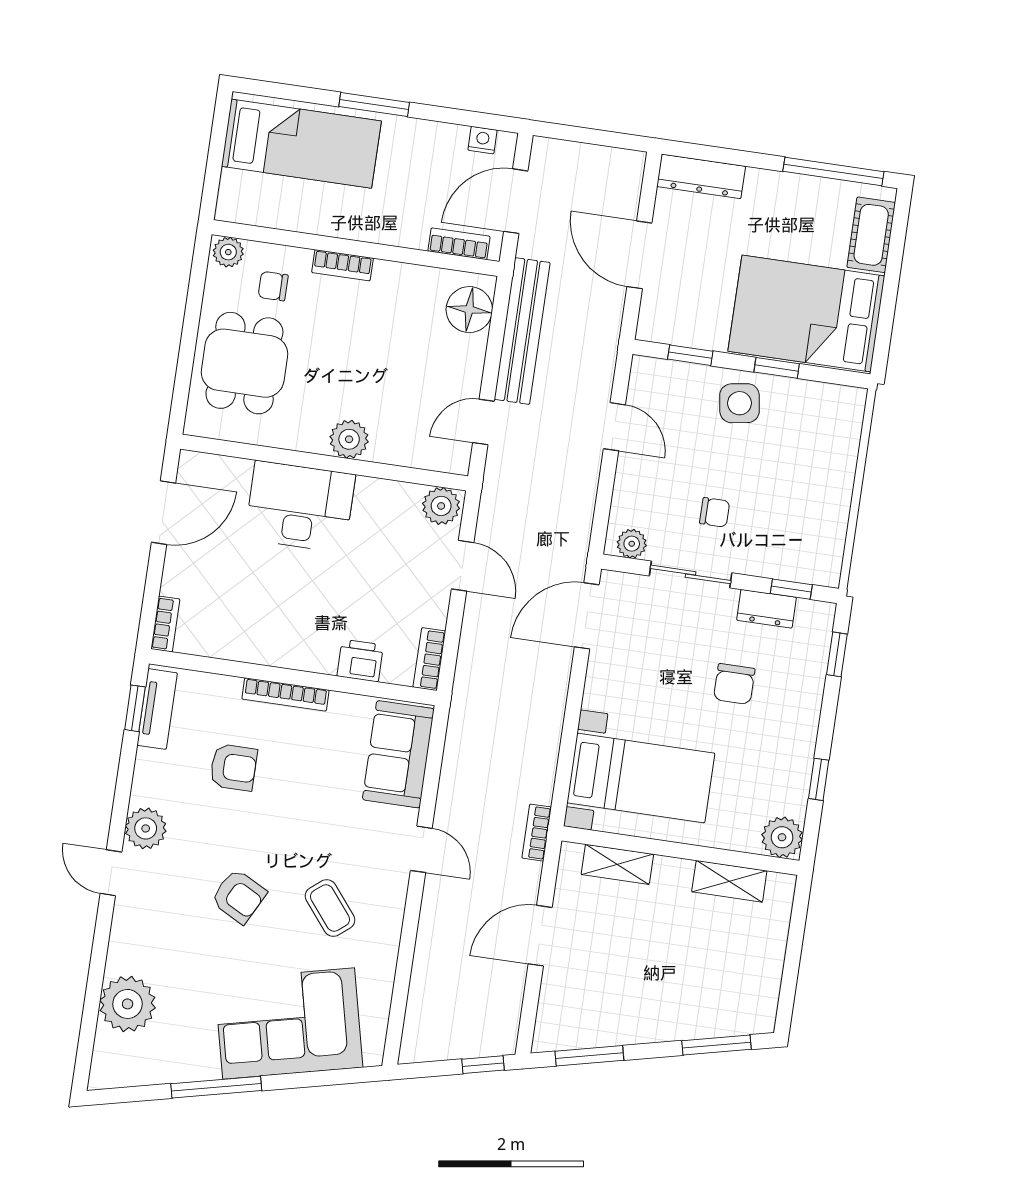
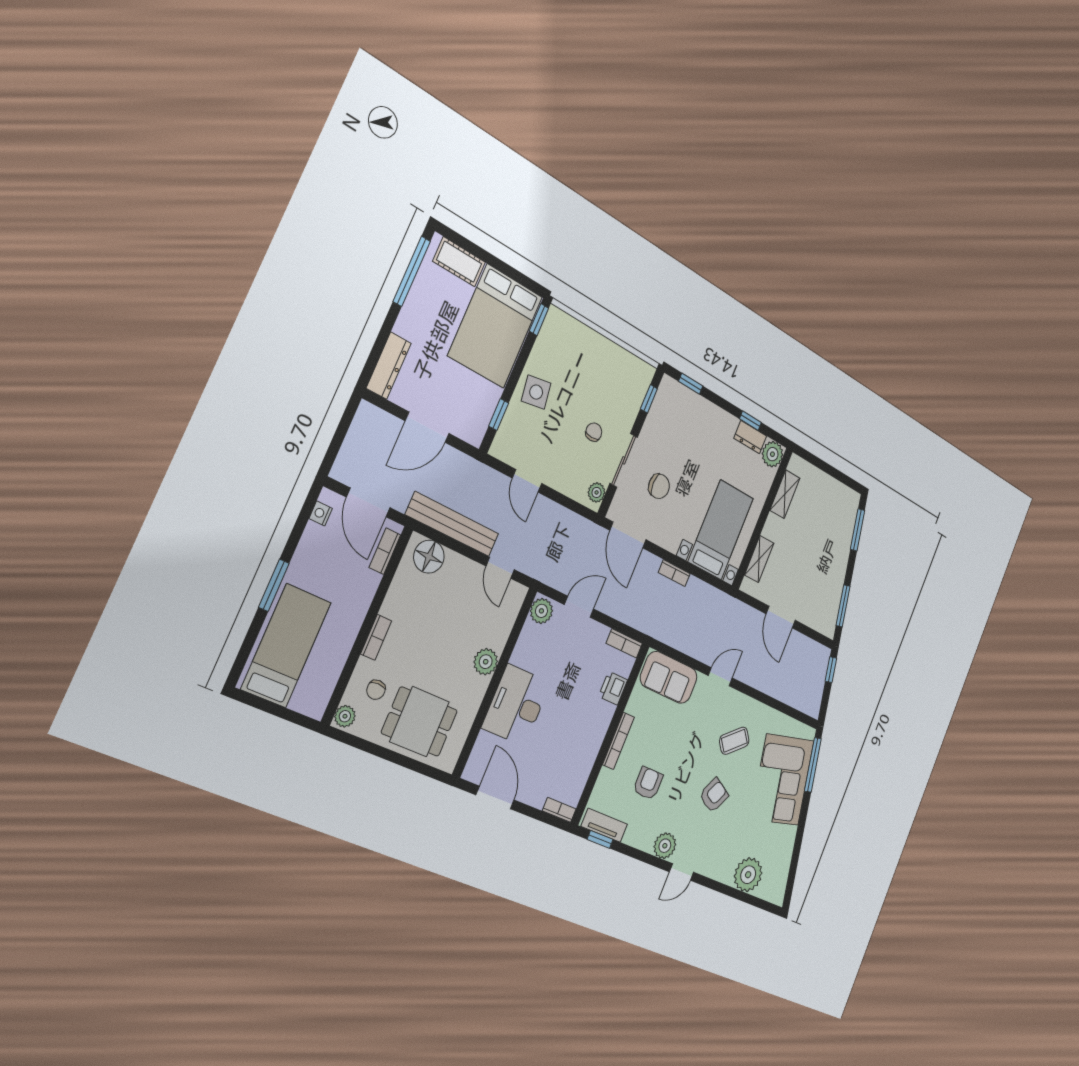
window: (777, 368) -> (539, 320), moved
door: (614, 427) -> (527, 481), swing flipped
dresser: (767, 609) -> (750, 437), moved, turned 90
chair: (734, 684) -> (659, 486), moved
bookcase: (537, 833) -> (674, 573), moved
window: (216, 1087) -> (813, 765), moved

